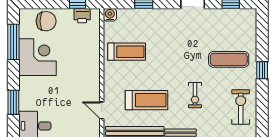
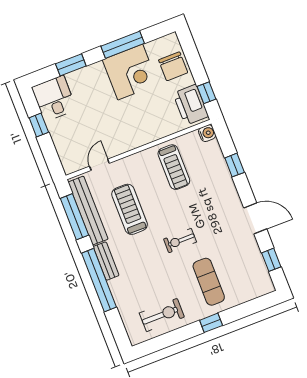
printer: (82, 16) -> (191, 105), width x1.87, depth x1.48
window: (13, 42) -> (123, 45), moved
exercise bike: (195, 95) -> (180, 241), moved
treadmill: (147, 100) -> (130, 209), turned 180

